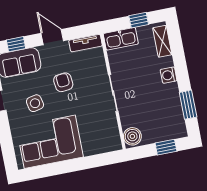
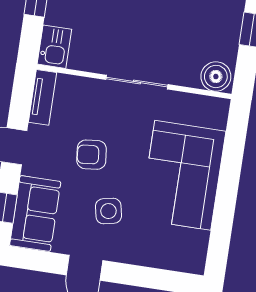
kitchen sink: (121, 39) -> (54, 47), width x0.73
corner sofa: (50, 142) -> (183, 175), moved

